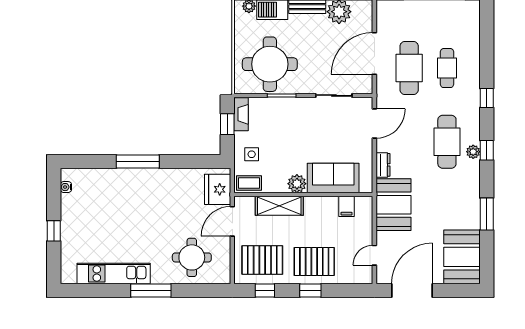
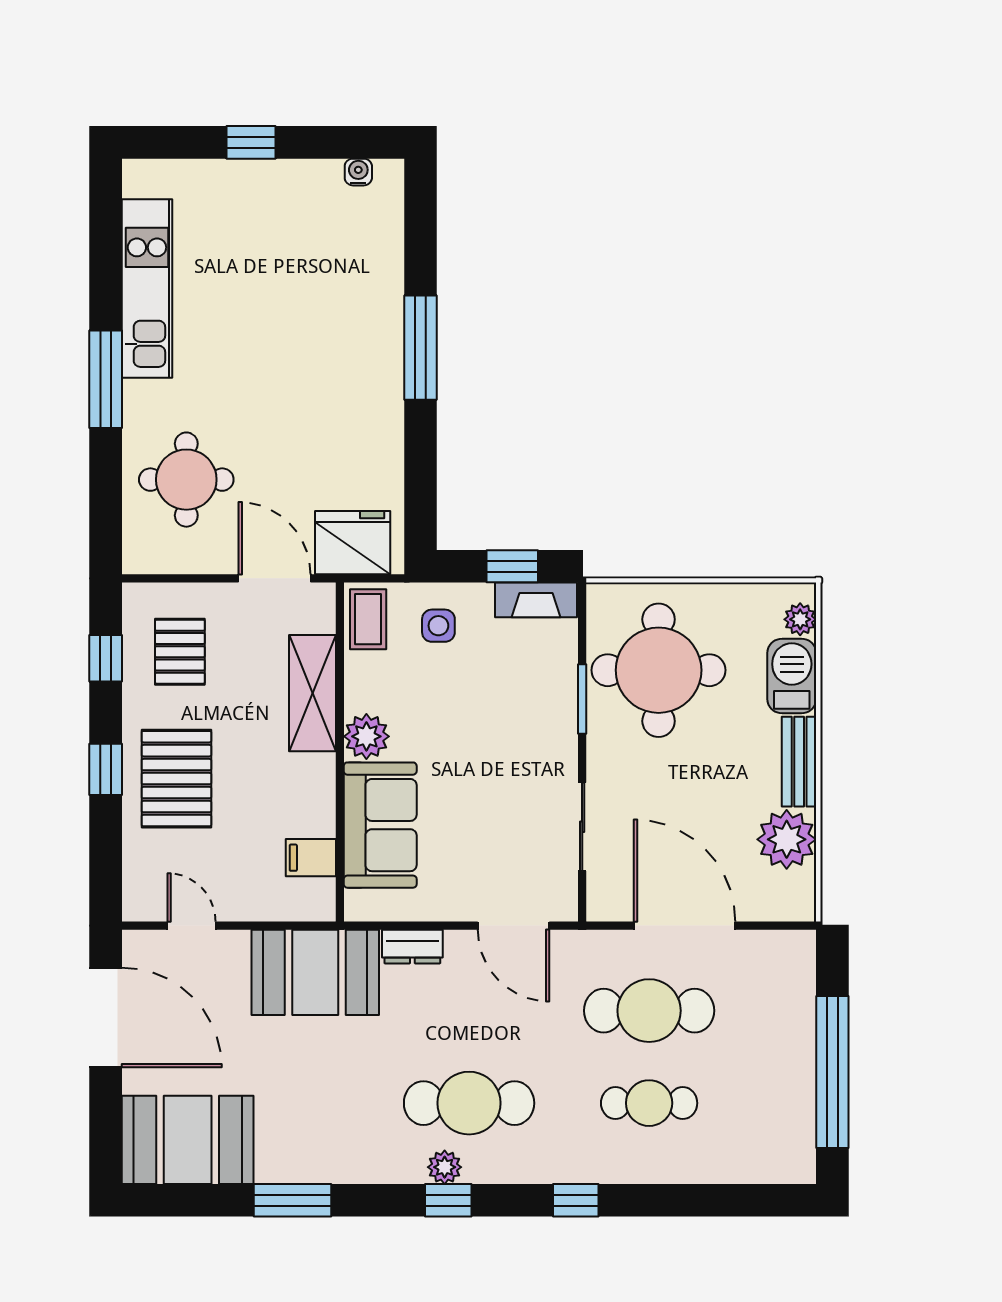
pallet: (262, 260) -> (180, 652), width x0.67, depth x0.71

